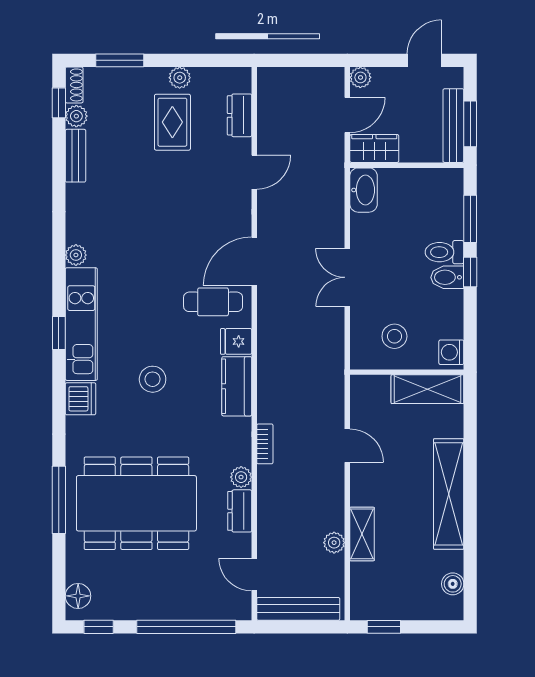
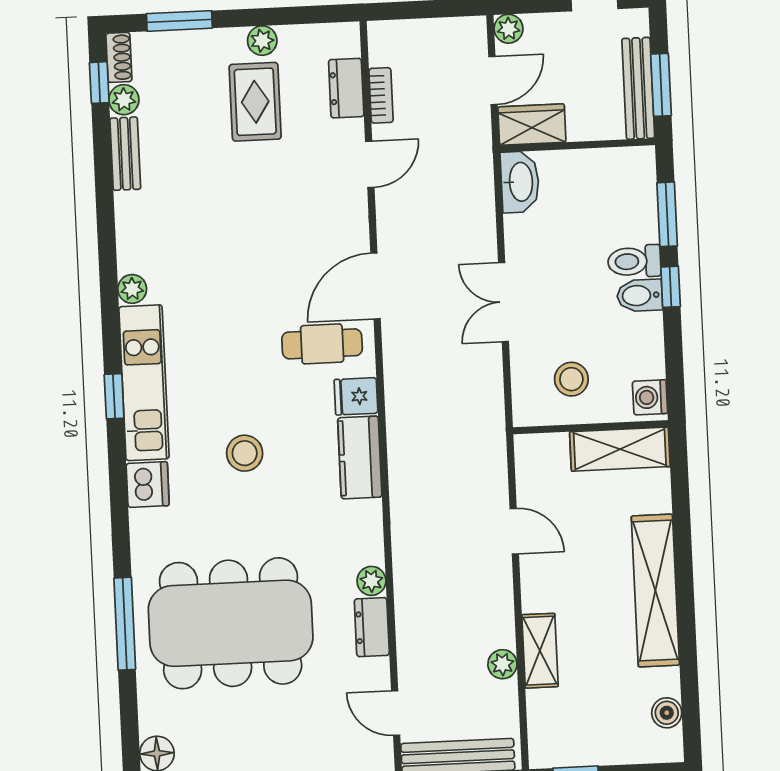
bookcase: (265, 444) -> (381, 95), moved

